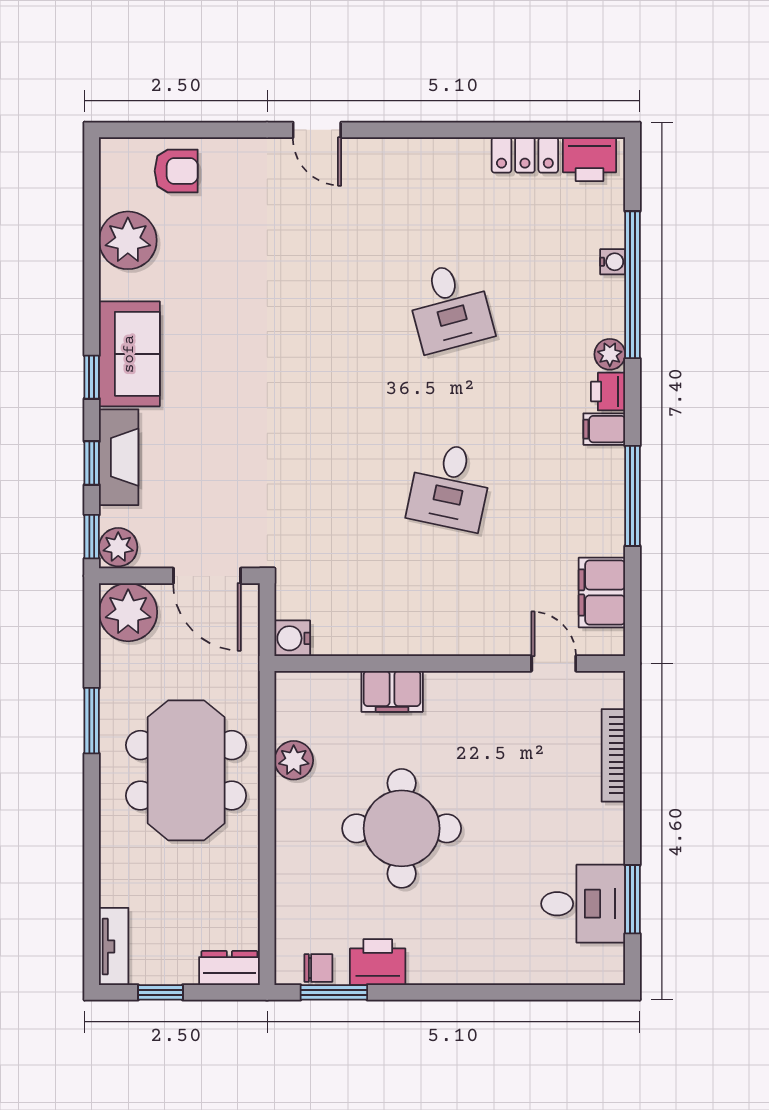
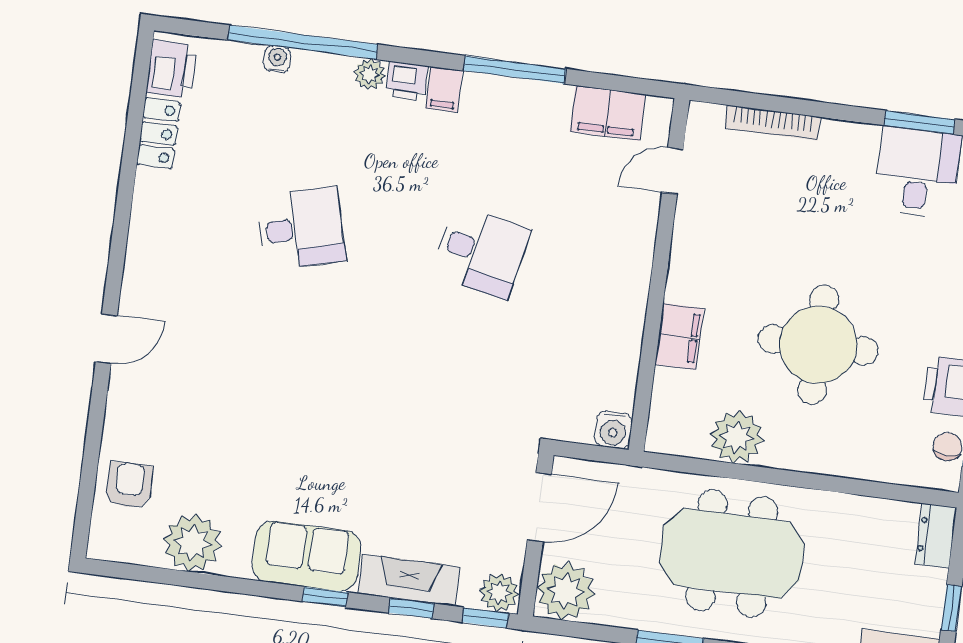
plant: (294, 760) -> (737, 437), width x1.36, depth x1.36

